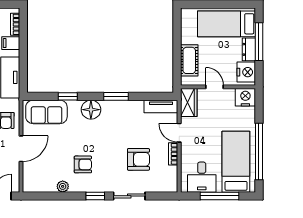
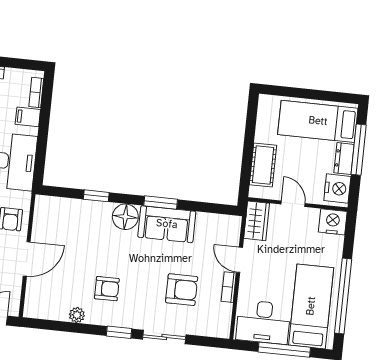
tv unit: (161, 106) -> (219, 222), removed
sofa: (46, 112) -> (167, 224), moved
desk: (202, 177) -> (263, 322), width x1.37

